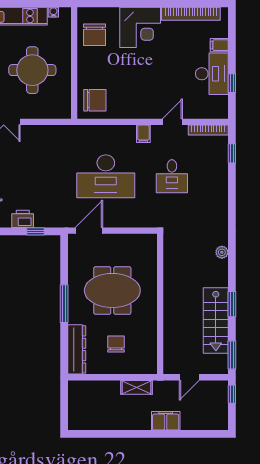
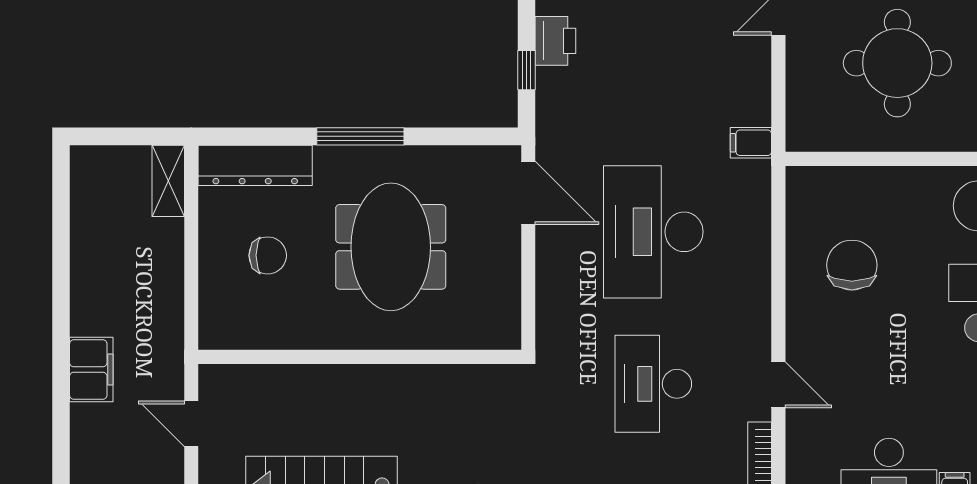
chair: (95, 100) -> (852, 265), moved, turned 180
filing cabinet: (143, 134) -> (751, 143), moved
desk: (172, 176) -> (653, 384), width x1.37
shelving: (136, 387) -> (168, 181), moved

